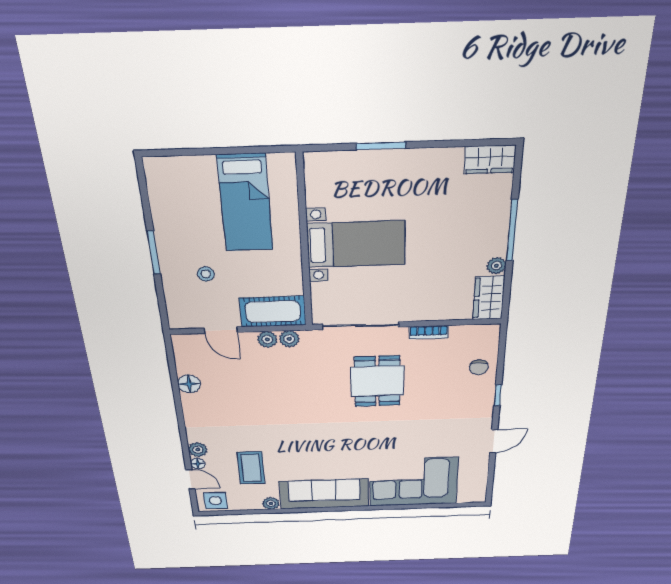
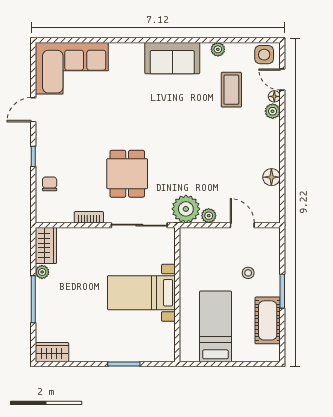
cot: (273, 312) -> (268, 320), moved, turned 90
plant: (289, 339) -> (186, 209), width x1.87, depth x1.87
corner sofa: (414, 482) -> (72, 68), moved
sofa: (324, 494) -> (172, 58), width x0.73

